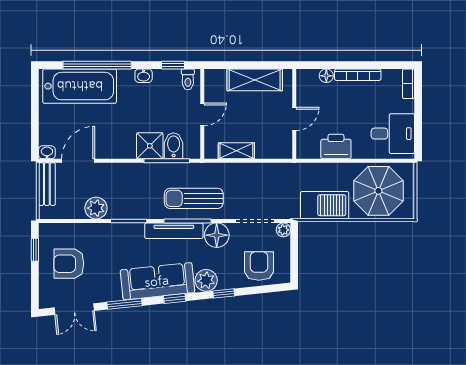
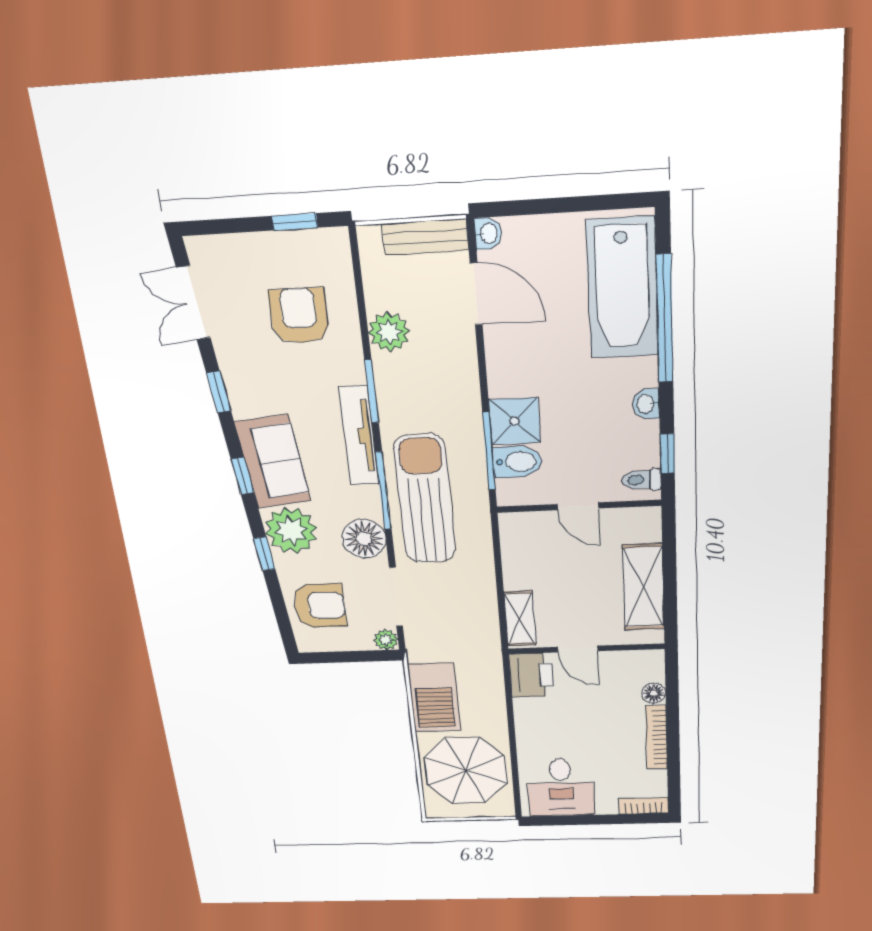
printer: (336, 147) -> (531, 675), moved
shelving: (236, 151) -> (520, 618), moved
sun lounger: (194, 198) -> (425, 499), width x1.36, depth x1.34
tv unit: (174, 231) -> (359, 436), moved
armchair: (69, 264) -> (299, 316), moved
plant: (206, 280) -> (291, 531), width x1.36, depth x1.36
sofa: (157, 281) -> (273, 462), width x0.73
window: (124, 304) -> (219, 392), width x0.67

